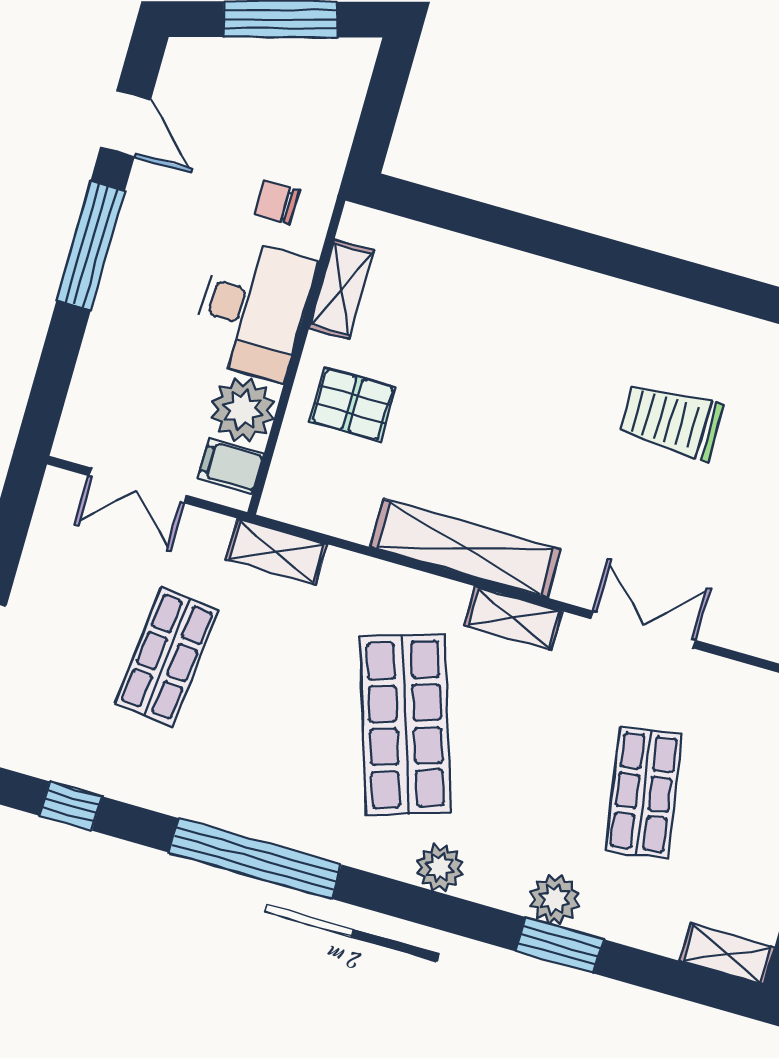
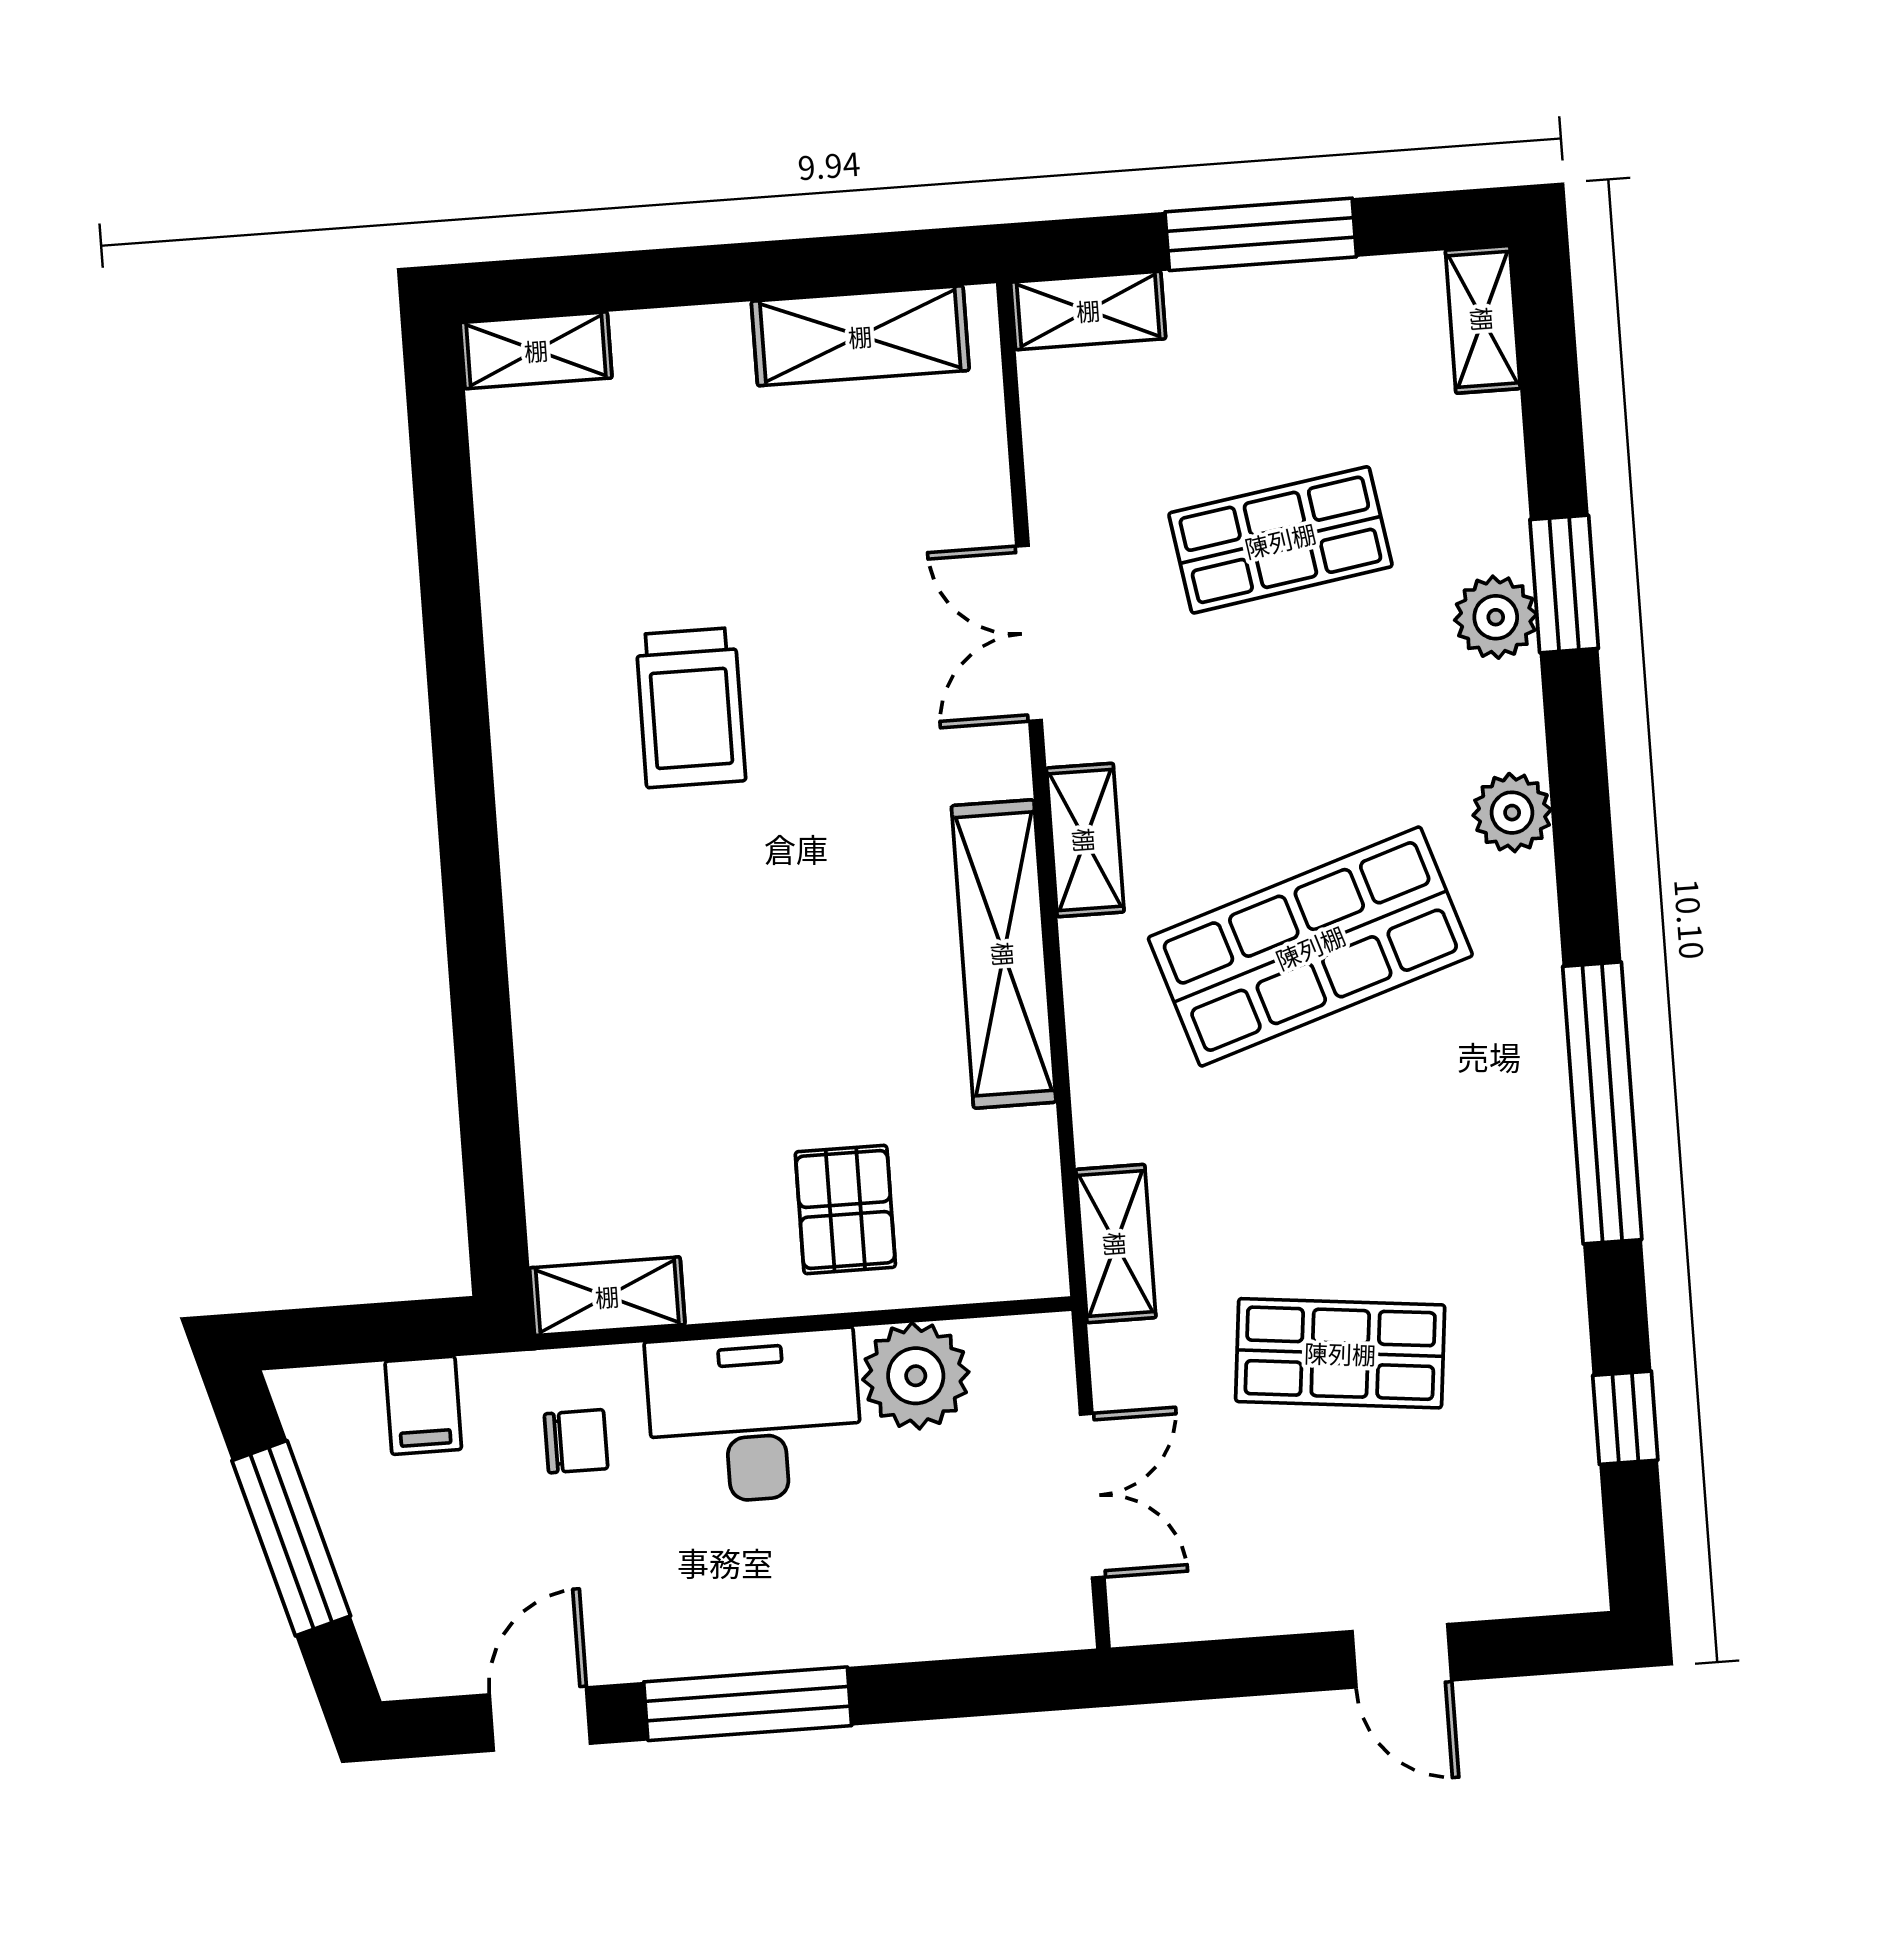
chair: (276, 202) -> (576, 1441), turned -90
shelving: (342, 289) -> (607, 1296), moved
filing cabinet: (231, 466) -> (423, 1405), moved

